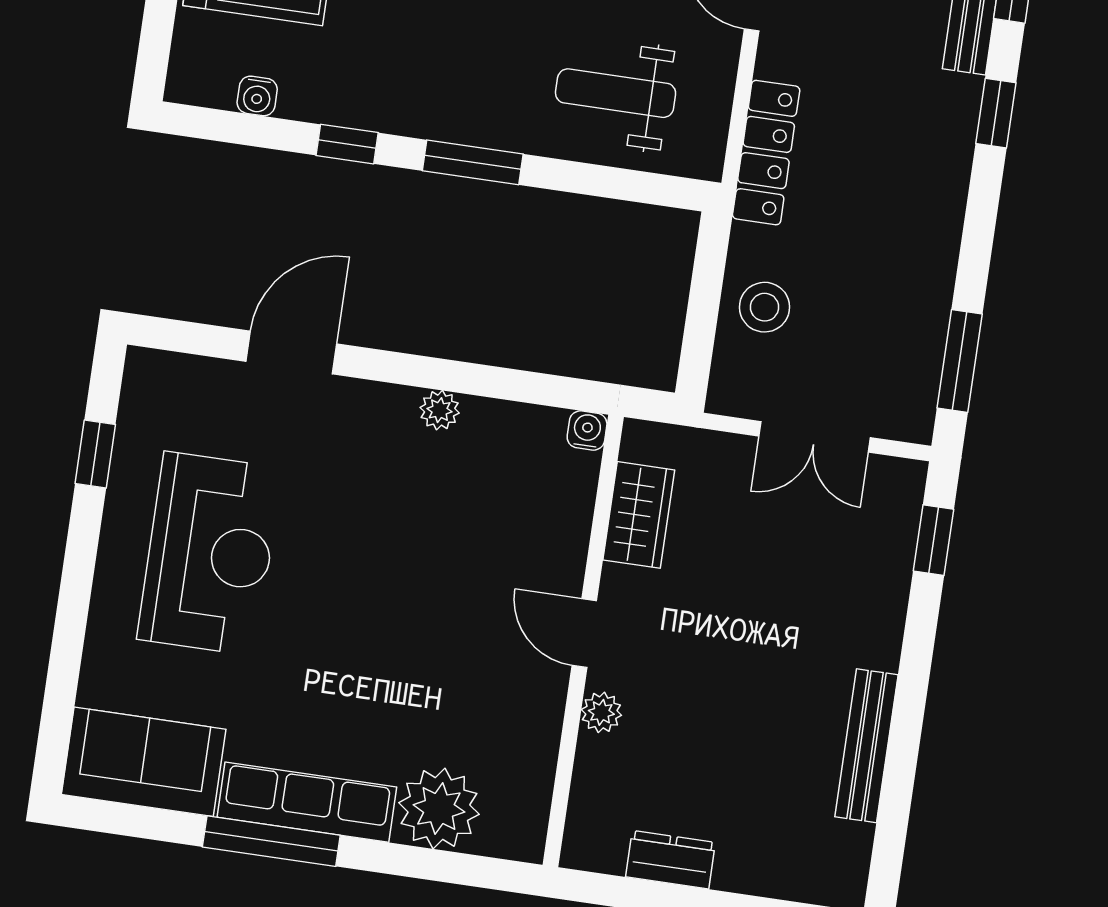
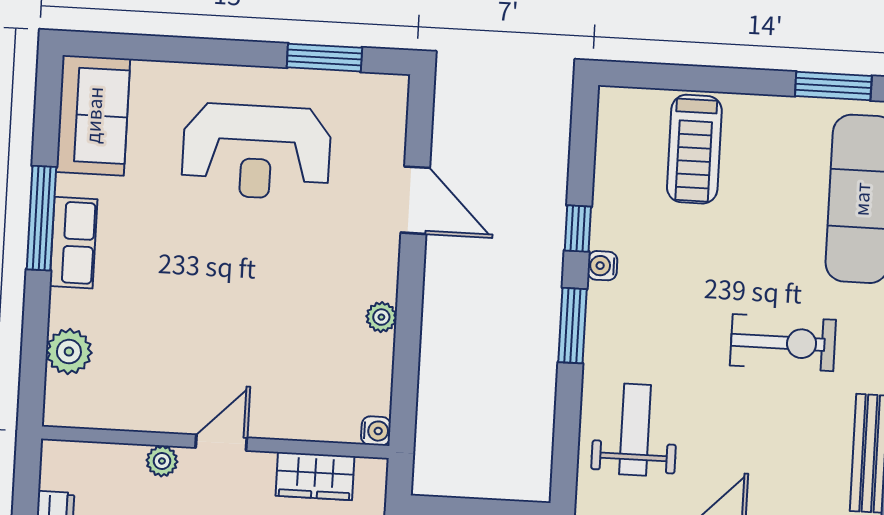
water cooler: (257, 96) -> (602, 266), moved
window: (95, 454) -> (324, 58), width x1.50
row of seats: (307, 802) -> (74, 243), width x0.68
plant: (439, 808) -> (69, 352), width x0.73, depth x0.73

